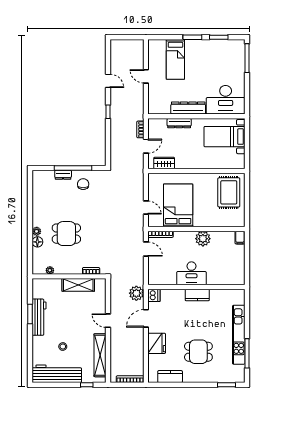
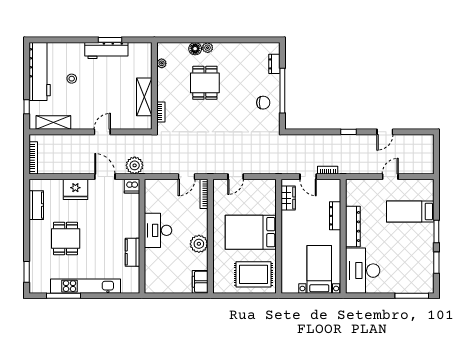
dresser: (63, 175) -> (274, 64), moved
bed: (178, 205) -> (251, 232), moved, turned 180
filing cabinet: (240, 238) -> (200, 282), width x2.00
kitchen counter: (197, 295) -> (132, 252), moved
shelving: (100, 355) -> (53, 122), width x0.68

